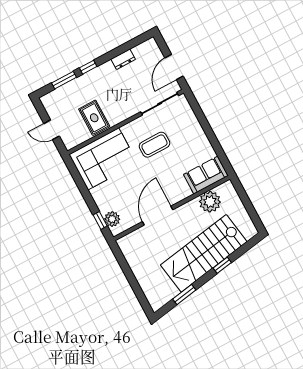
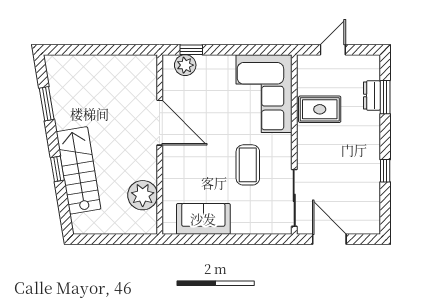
dresser: (123, 59) -> (372, 95), moved
window: (88, 67) -> (385, 171), moved
sofa: (206, 175) -> (203, 219), moved, turned -90
stairs: (204, 253) -> (79, 170), width x0.73, depth x0.66

